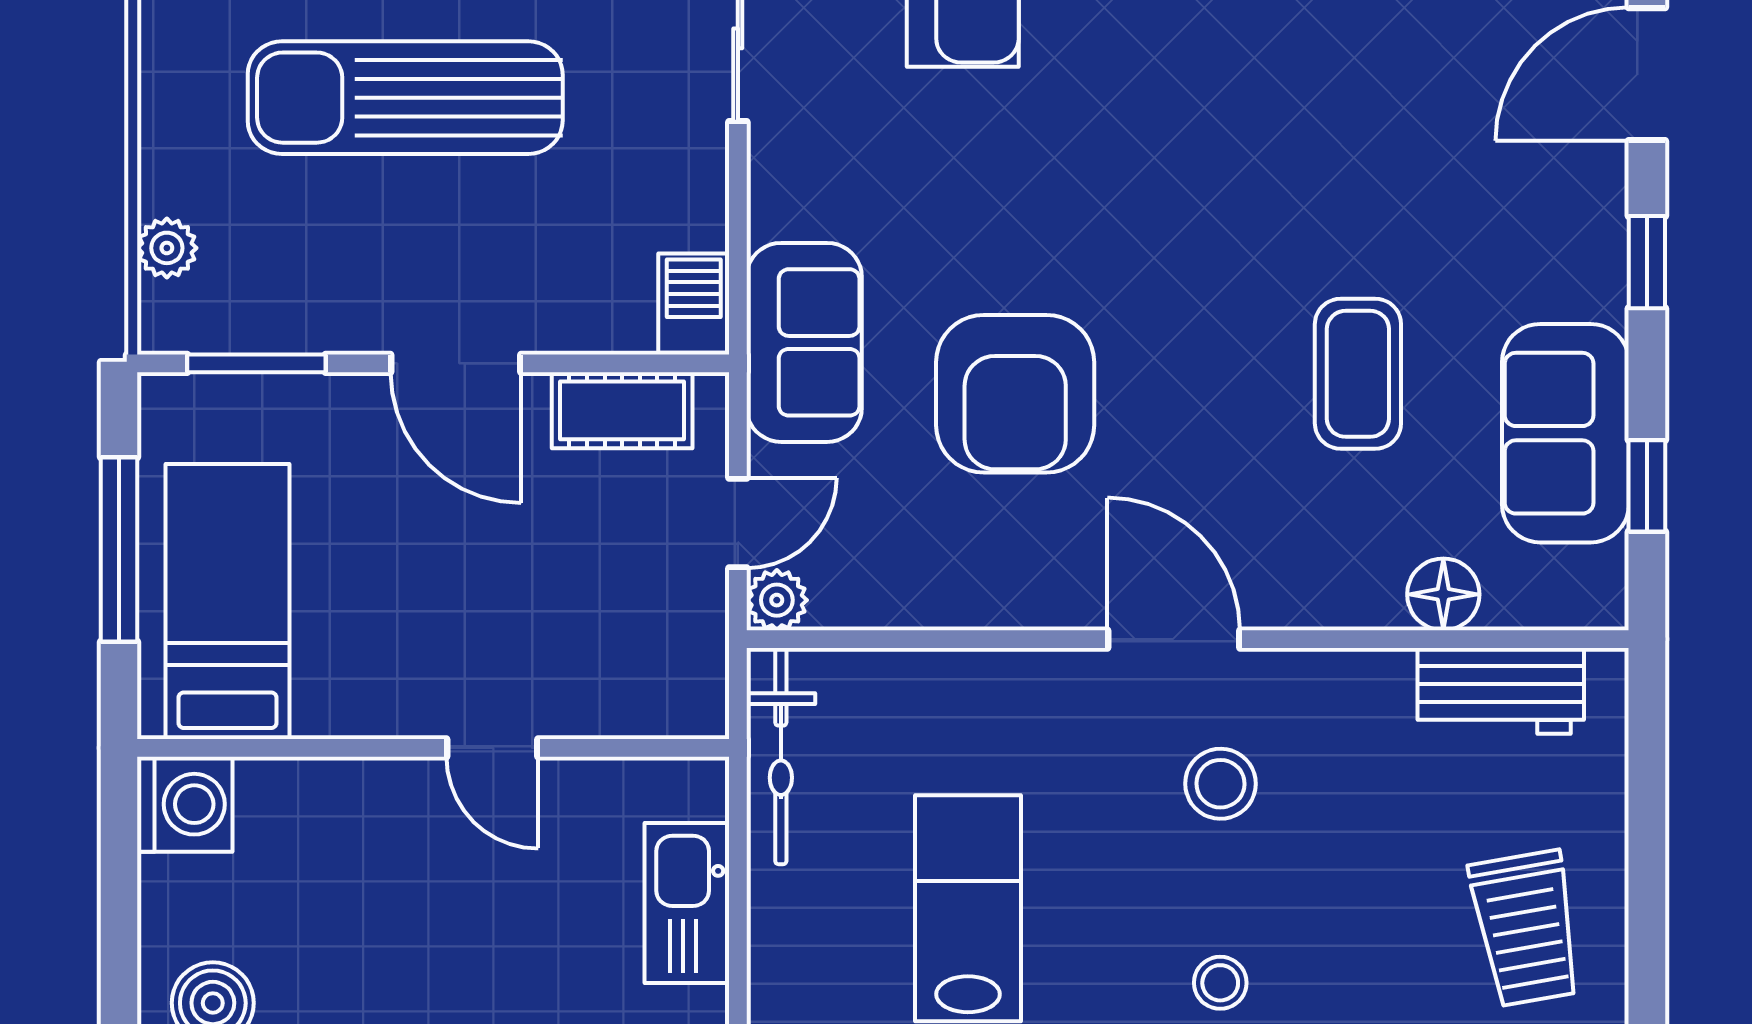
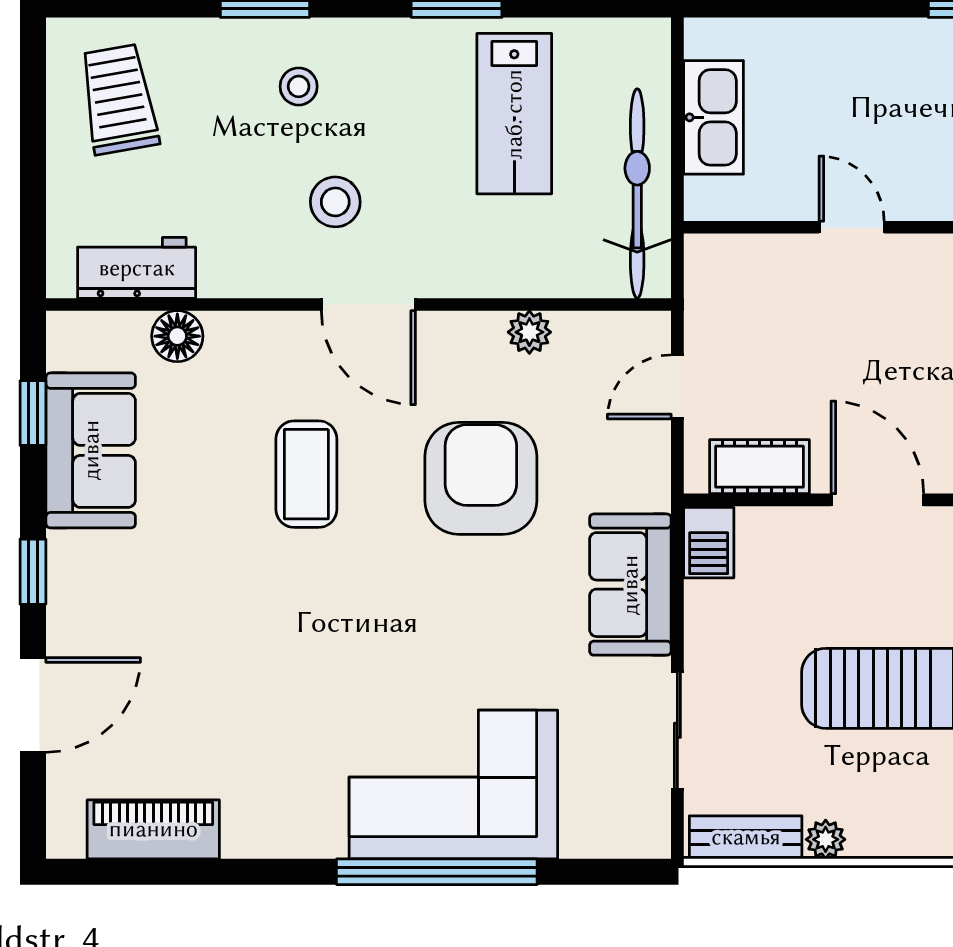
sofa: (804, 342) -> (630, 585), moved
coffee table: (1358, 374) -> (306, 474), moved
plant: (777, 600) -> (529, 332), moved
bicycle: (781, 756) -> (637, 193), width x1.37, depth x1.40
stool: (1220, 983) -> (299, 86), moved

